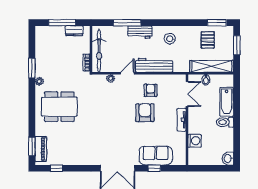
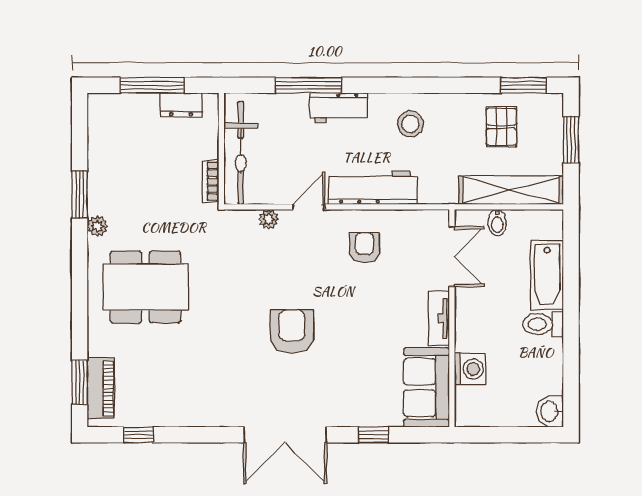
armchair: (145, 113) -> (292, 331), moved
sofa: (156, 156) -> (426, 388), moved, turned -90

